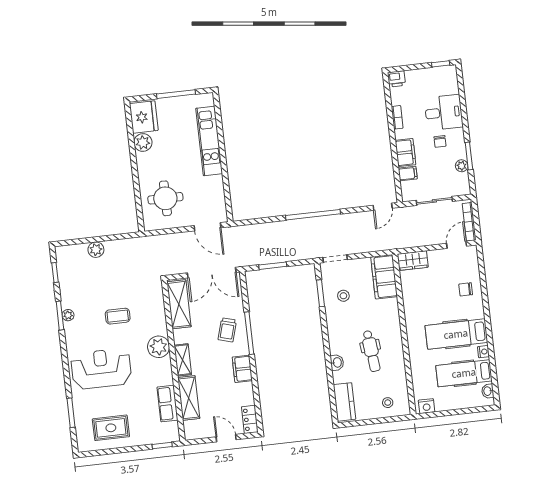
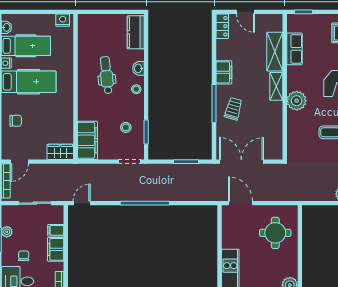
shelving: (179, 304) -> (274, 137), removed
stool: (388, 403) -> (136, 89), moved

